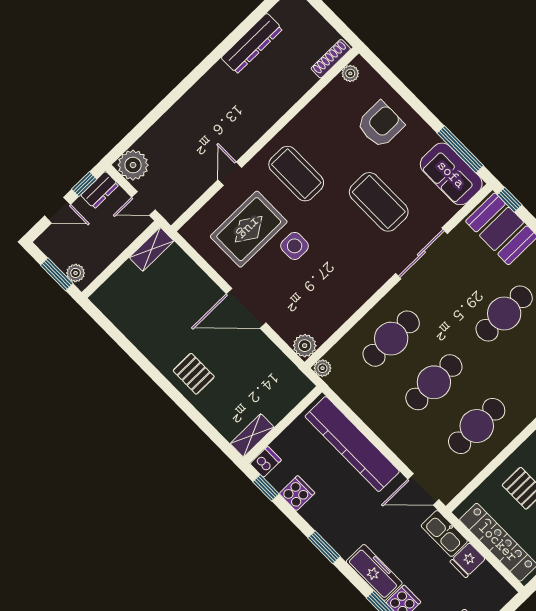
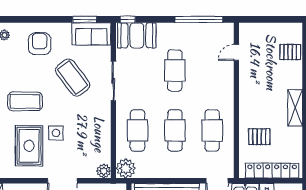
window: (460, 149) -> (85, 19), width x0.69
coffee table: (379, 202) -> (73, 77), turned 53
plant: (323, 368) -> (126, 168), width x1.87, depth x1.87

